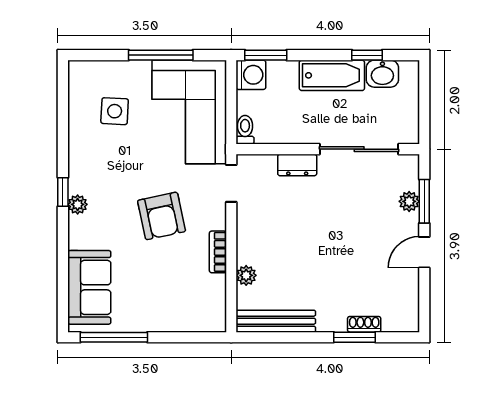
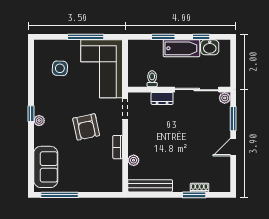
window: (266, 55) -> (163, 37), moved
washing machine: (251, 75) -> (136, 48), removed
toilet: (245, 130) -> (152, 79), moved
plant: (409, 201) -> (225, 98), moved

